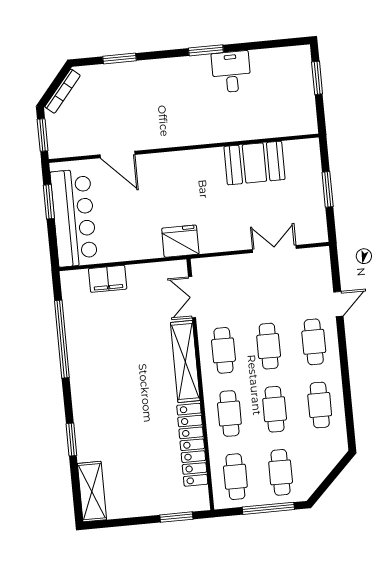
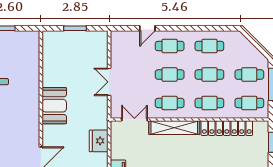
booth: (254, 163) -> (54, 106), moved
fridge: (180, 241) -> (99, 141), moved
double door: (274, 249) -> (109, 82), moved
double door: (192, 297) -> (134, 119), swing flipped
door: (338, 304) -> (147, 28), swing flipped

